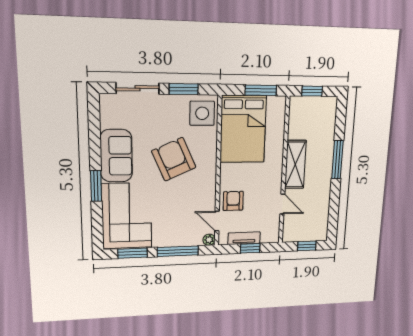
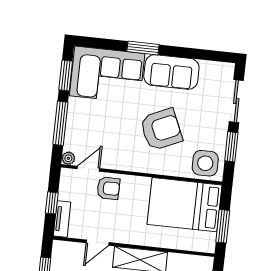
tv unit: (244, 238) -> (62, 219), moved

